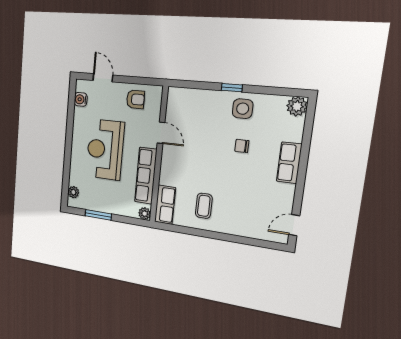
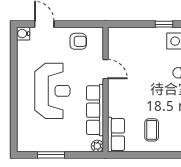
water cooler: (81, 99) -> (23, 34), moved
reception desk: (105, 150) -> (52, 91), turned 180
plant: (73, 192) -> (23, 137), removed

